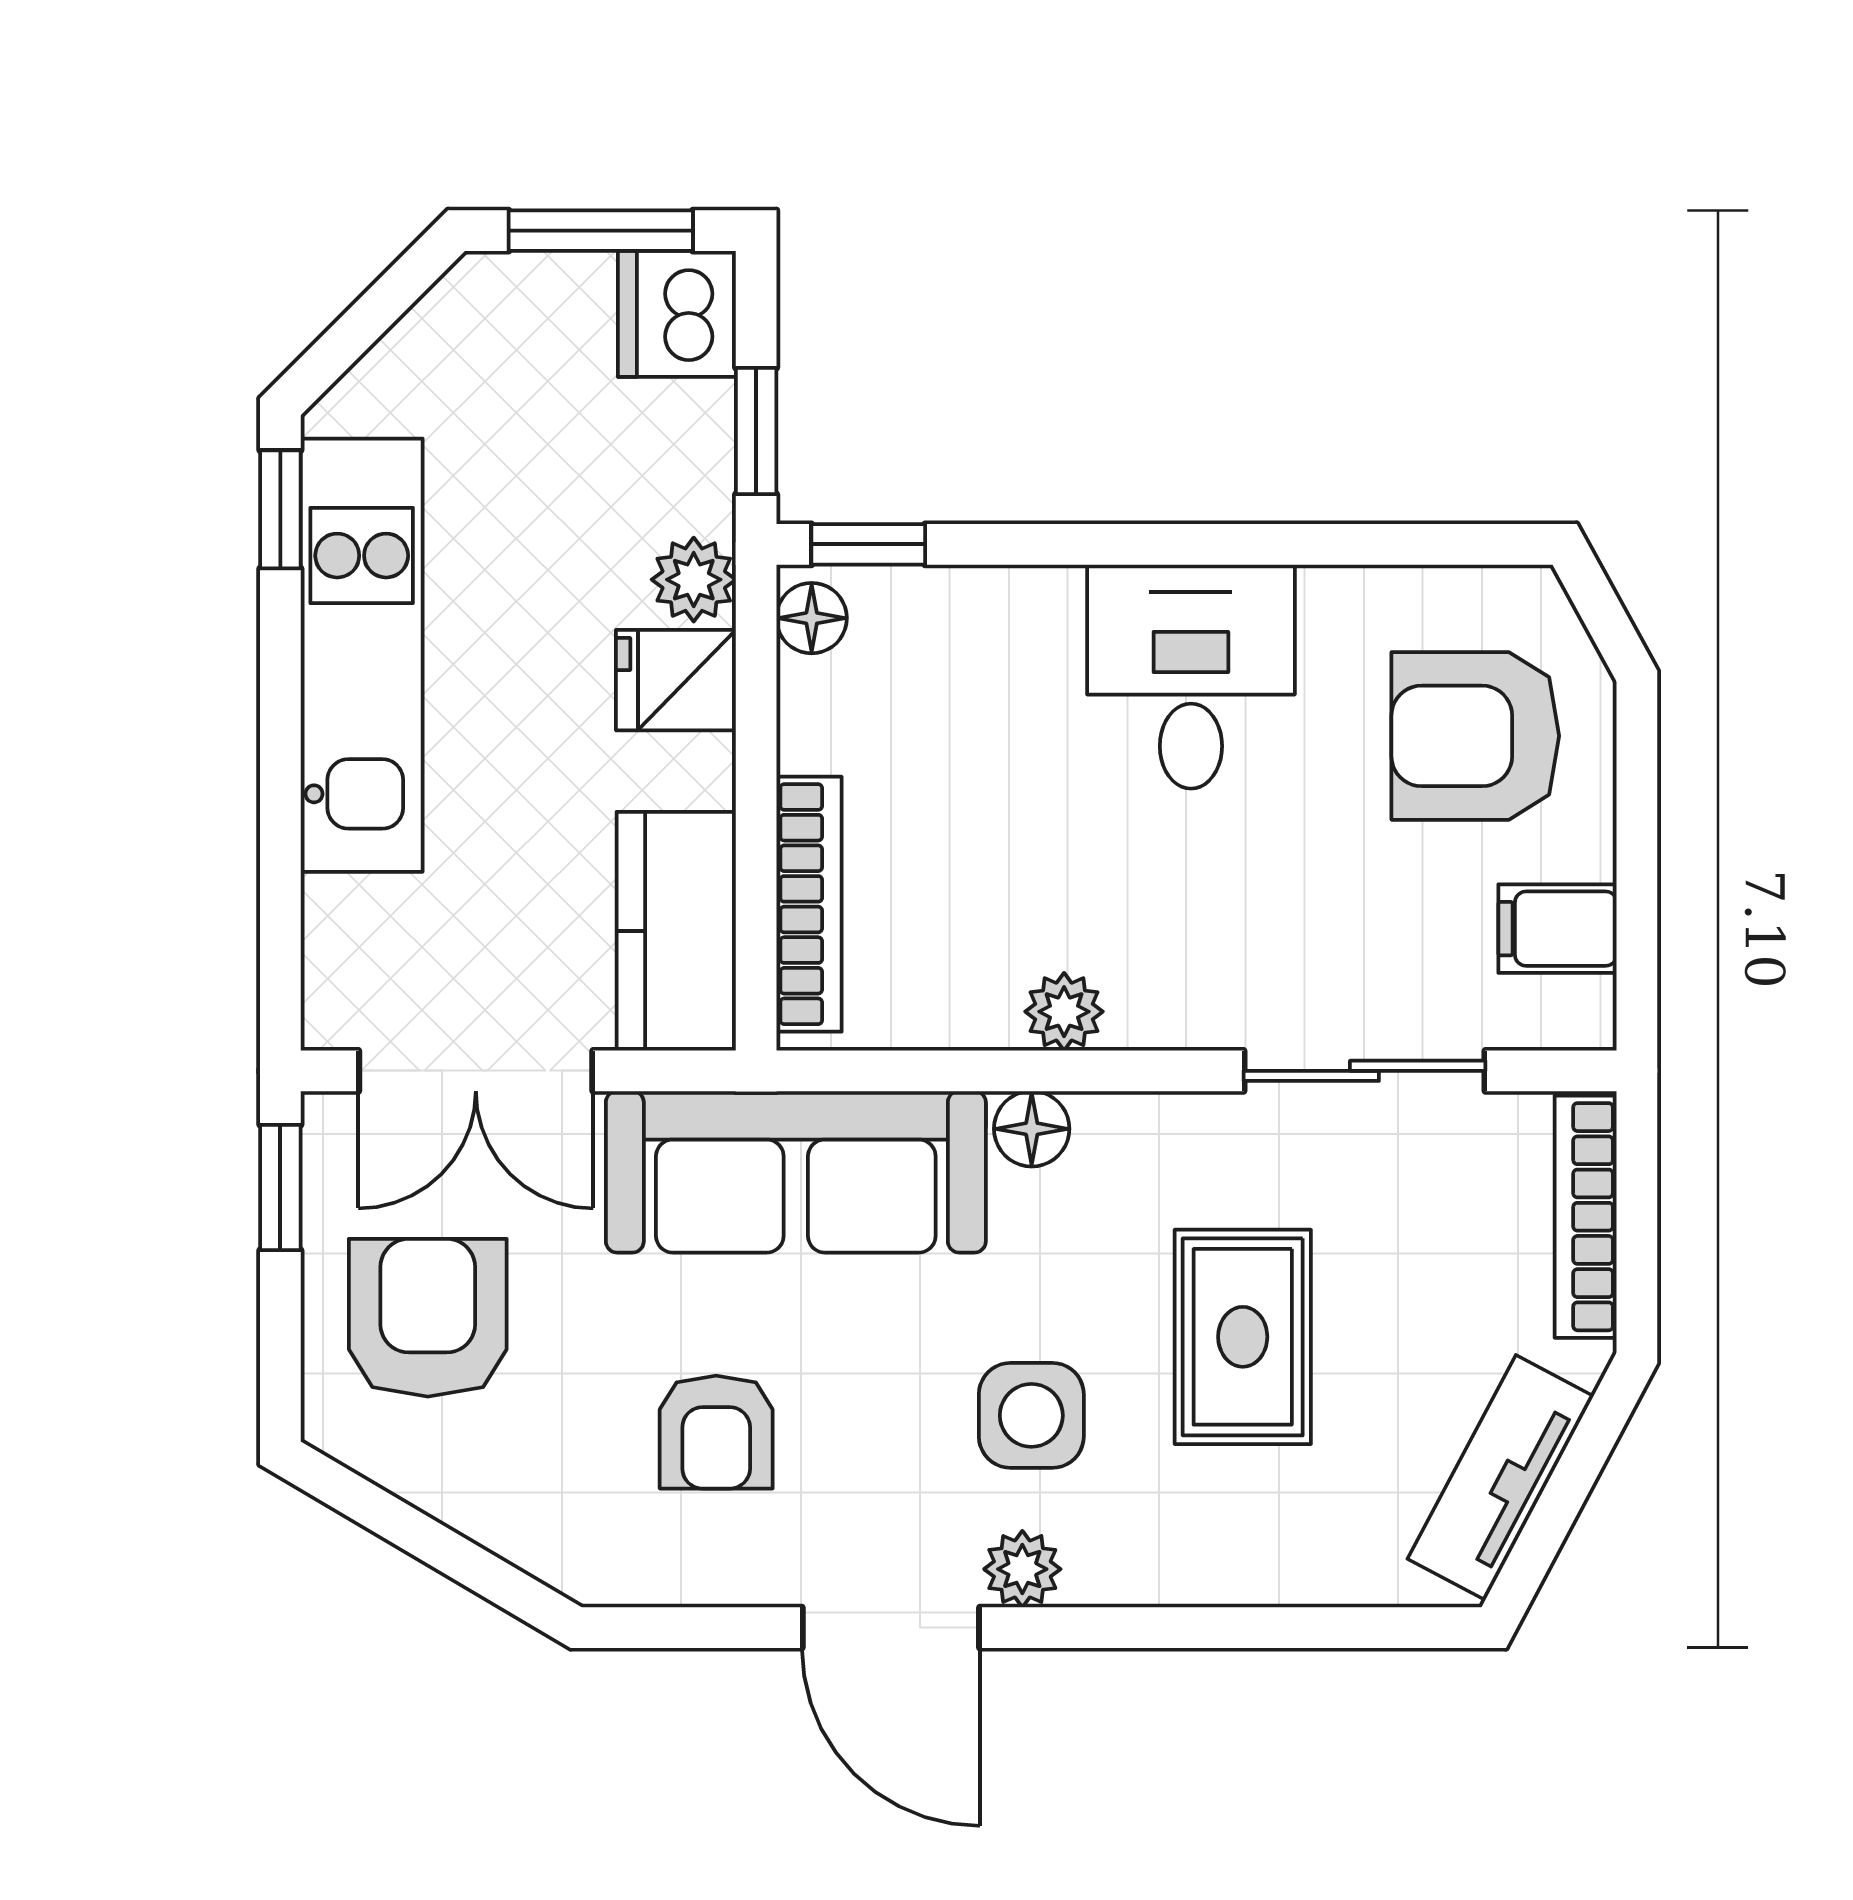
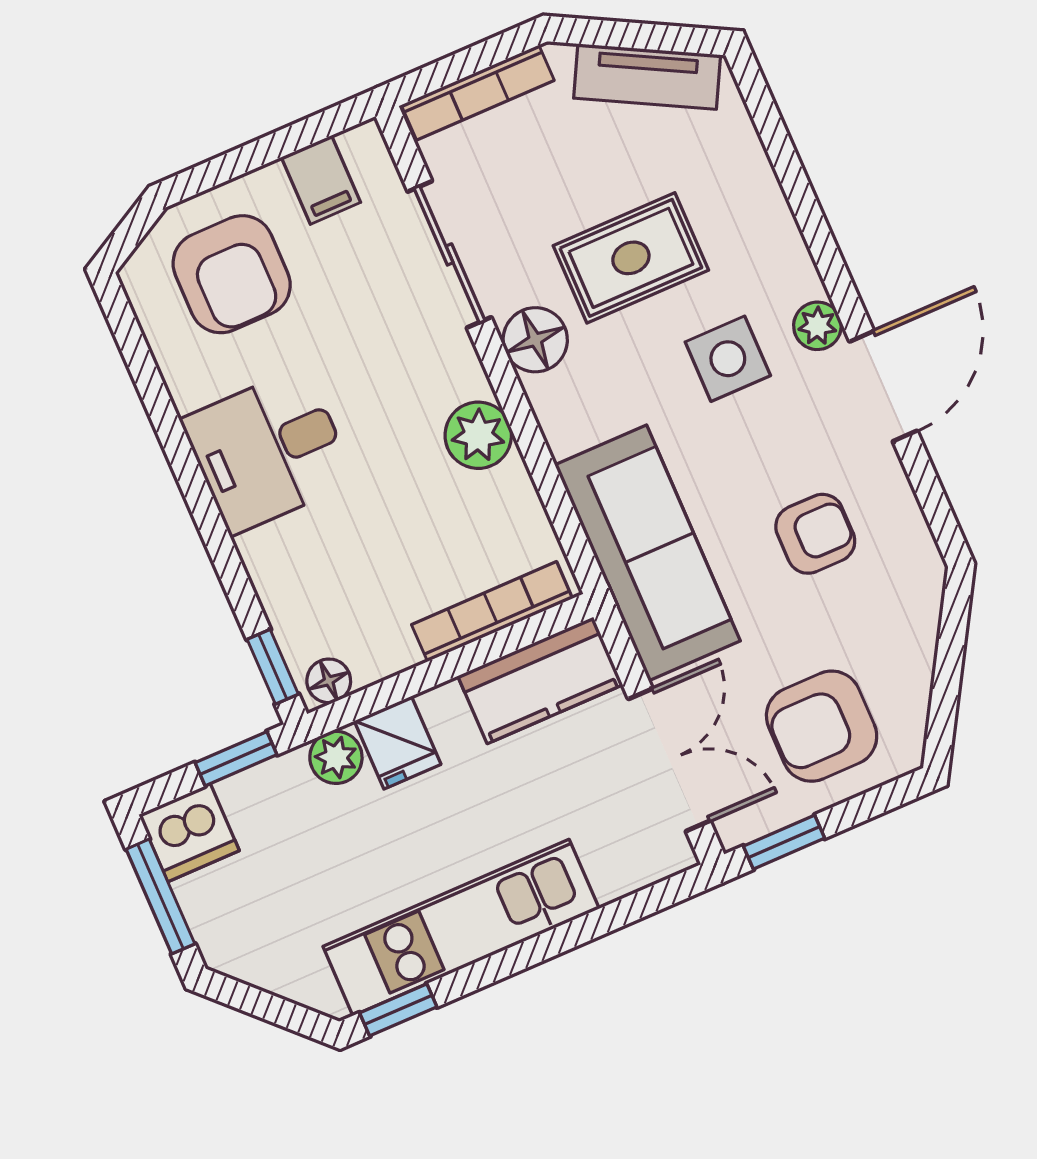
plant: (1064, 1012) -> (478, 435), width x1.38, depth x1.38
floor lamp: (1032, 1129) -> (535, 340), moved, width x1.37, depth x1.37

